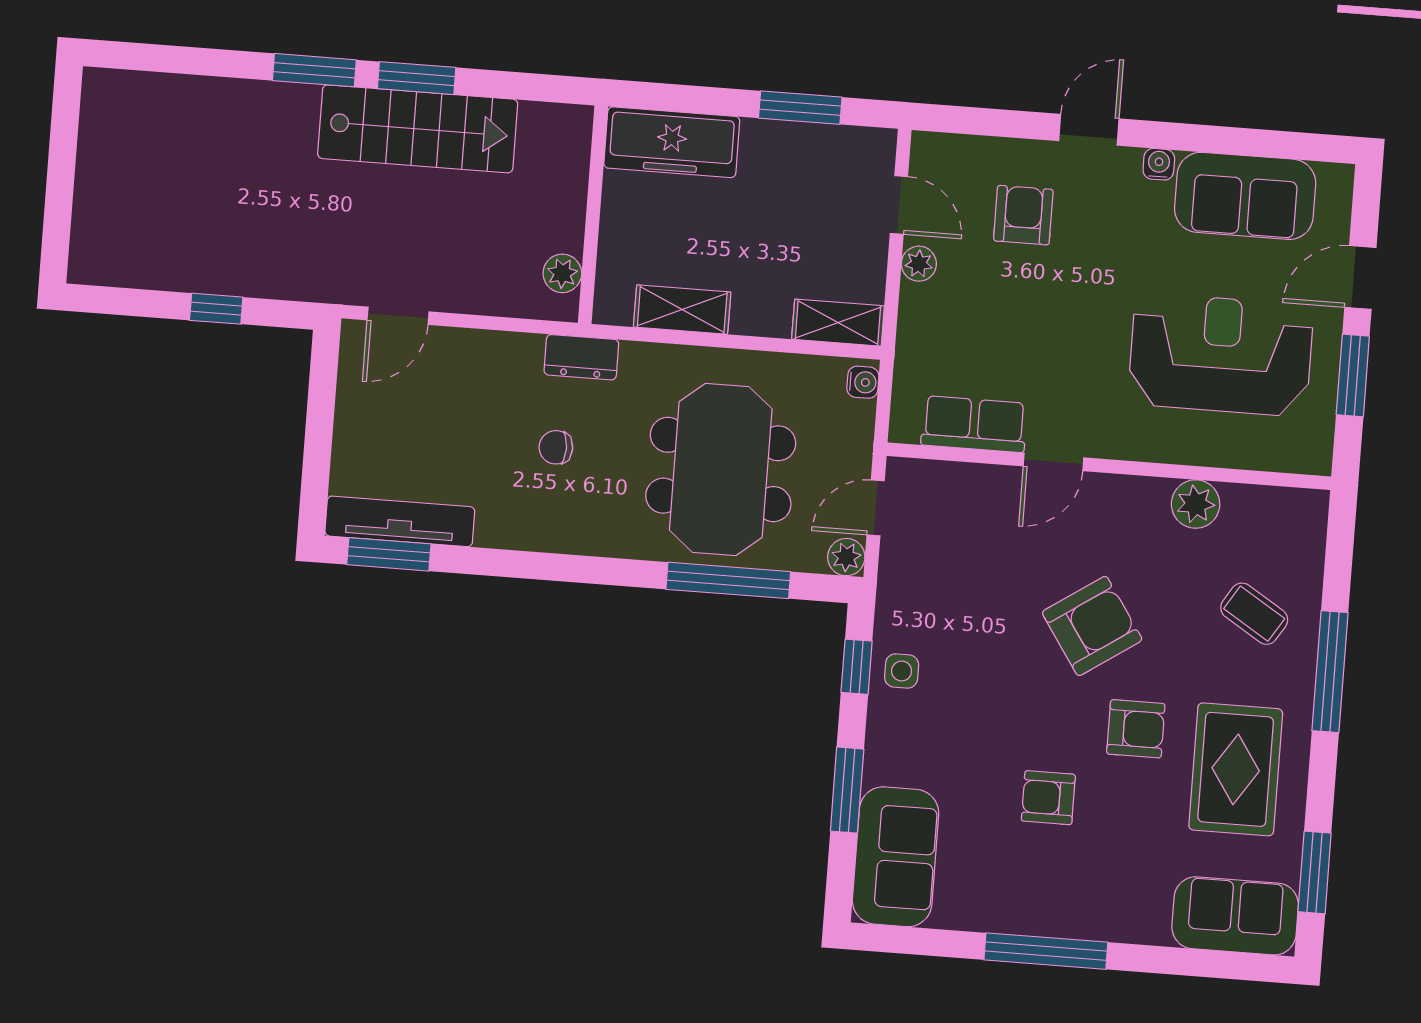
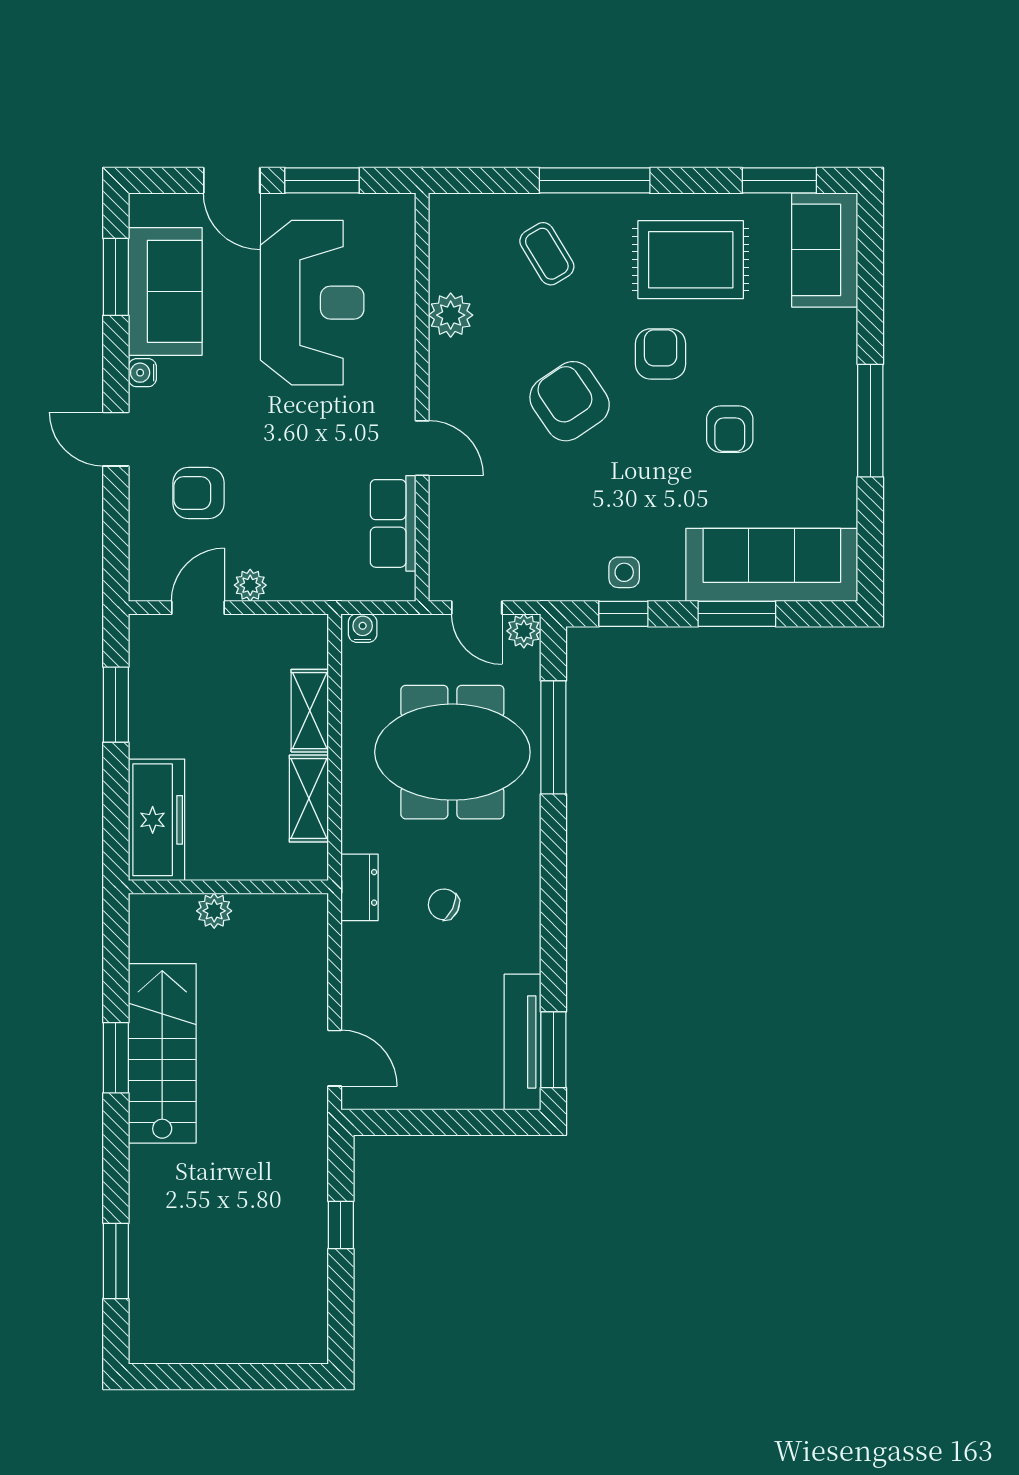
window: (314, 70) -> (116, 1261), moved
window: (1265, 143) -> (116, 277), added
plant: (562, 273) -> (214, 911), moved
shelving: (838, 323) -> (310, 711), moved
reception desk: (1221, 355) -> (312, 303), turned 180
chair: (556, 447) -> (444, 904), turned 115
coffee table: (1254, 614) -> (547, 254), turned -63
sofa: (896, 857) -> (772, 565), width x1.36

